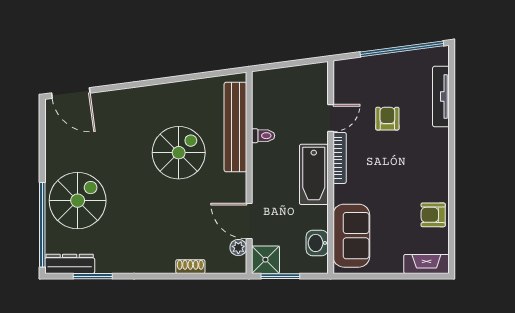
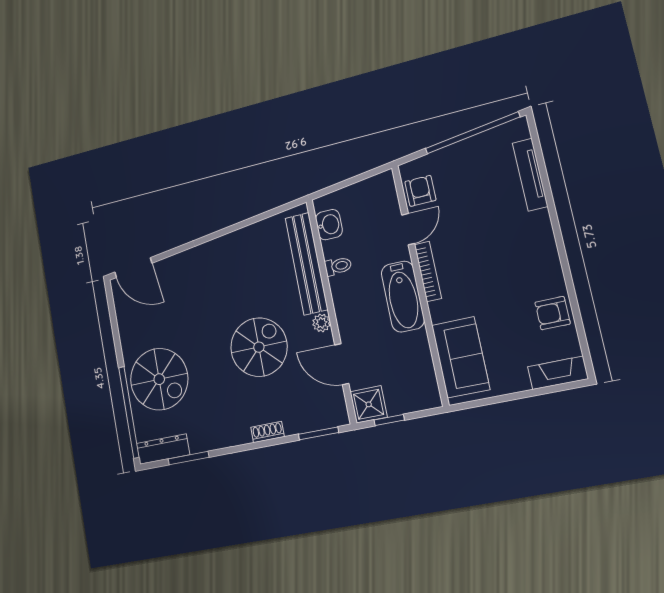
armchair: (387, 119) -> (420, 191), moved
spiral stairs: (179, 153) -> (259, 347), moved
spiral stairs: (78, 201) -> (159, 379), turned 90
washbasin: (317, 243) -> (329, 225), moved, turned 180
plant: (238, 248) -> (321, 323), moved
shoe rack: (190, 267) -> (267, 432), moved
window: (217, 276) -> (319, 433), added
window: (280, 276) -> (389, 420), width x0.67

